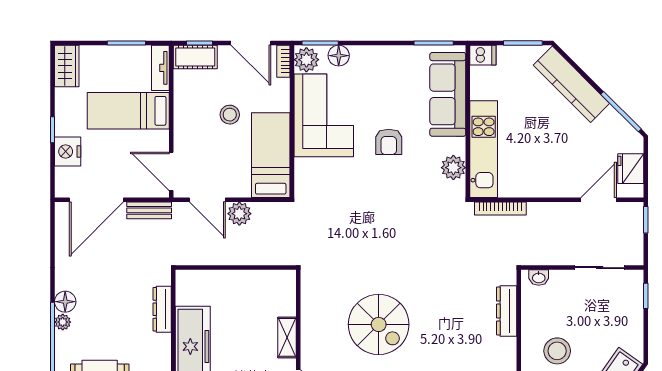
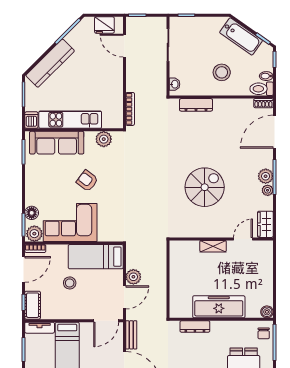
armchair: (389, 142) -> (87, 181), turned -143
kitchen unit: (484, 149) -> (70, 120), moved

